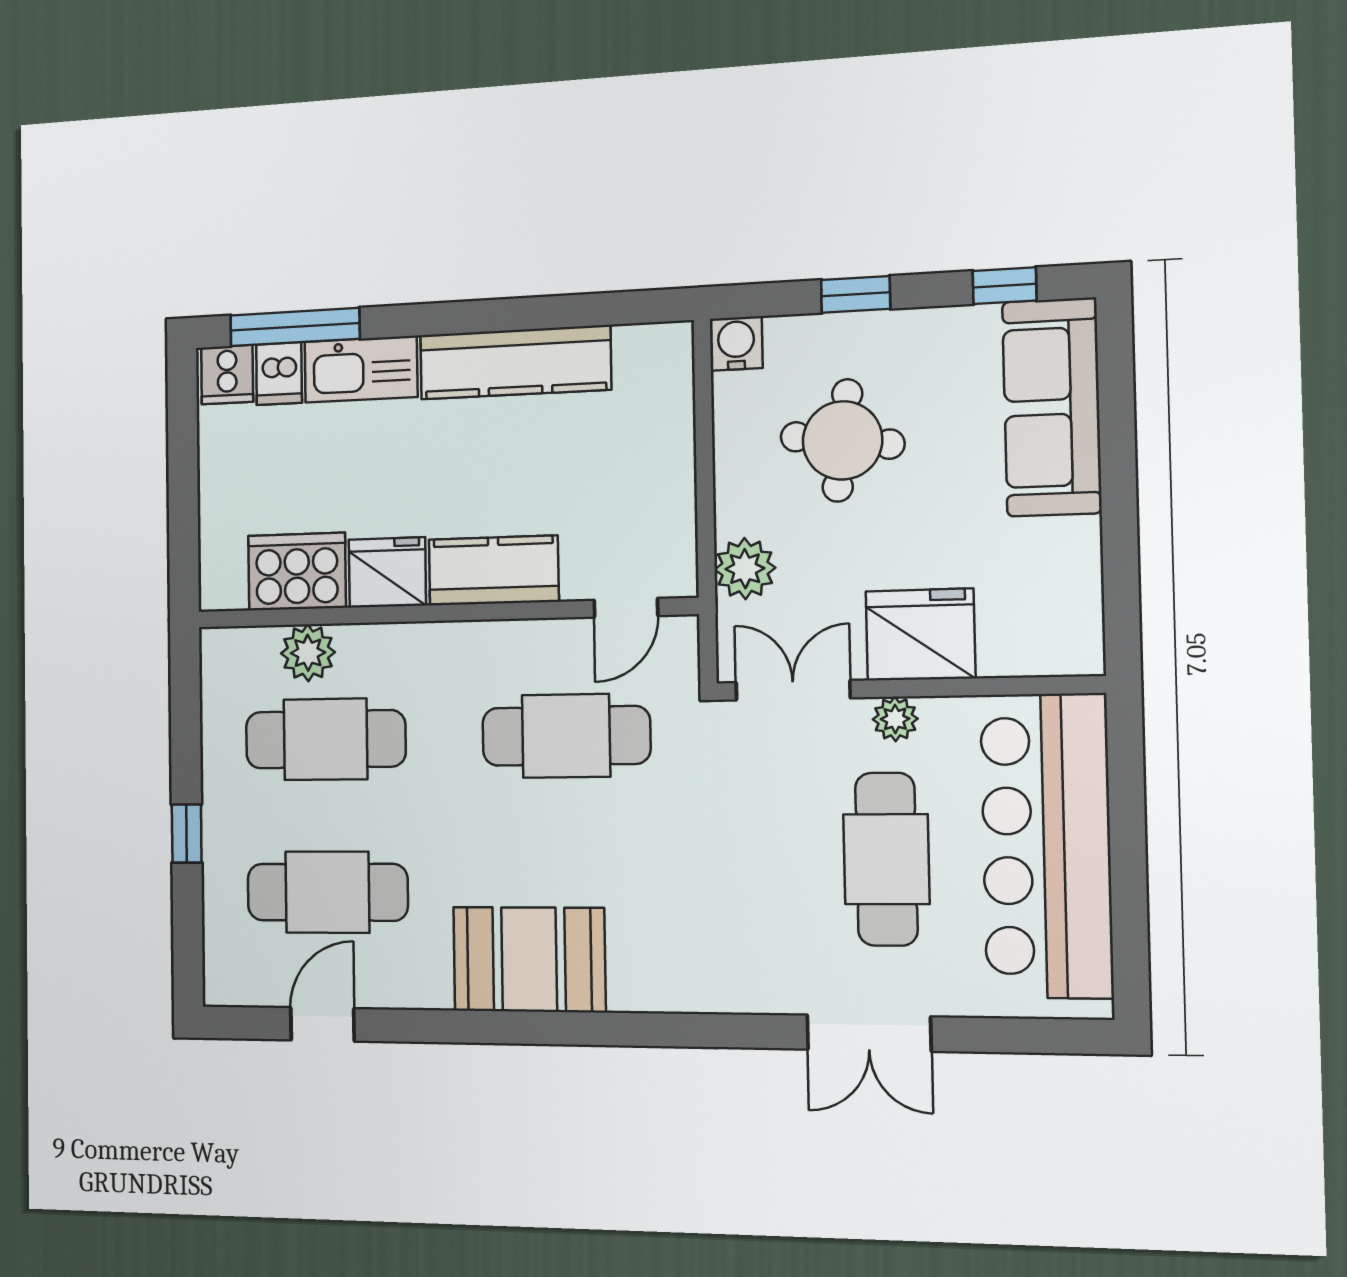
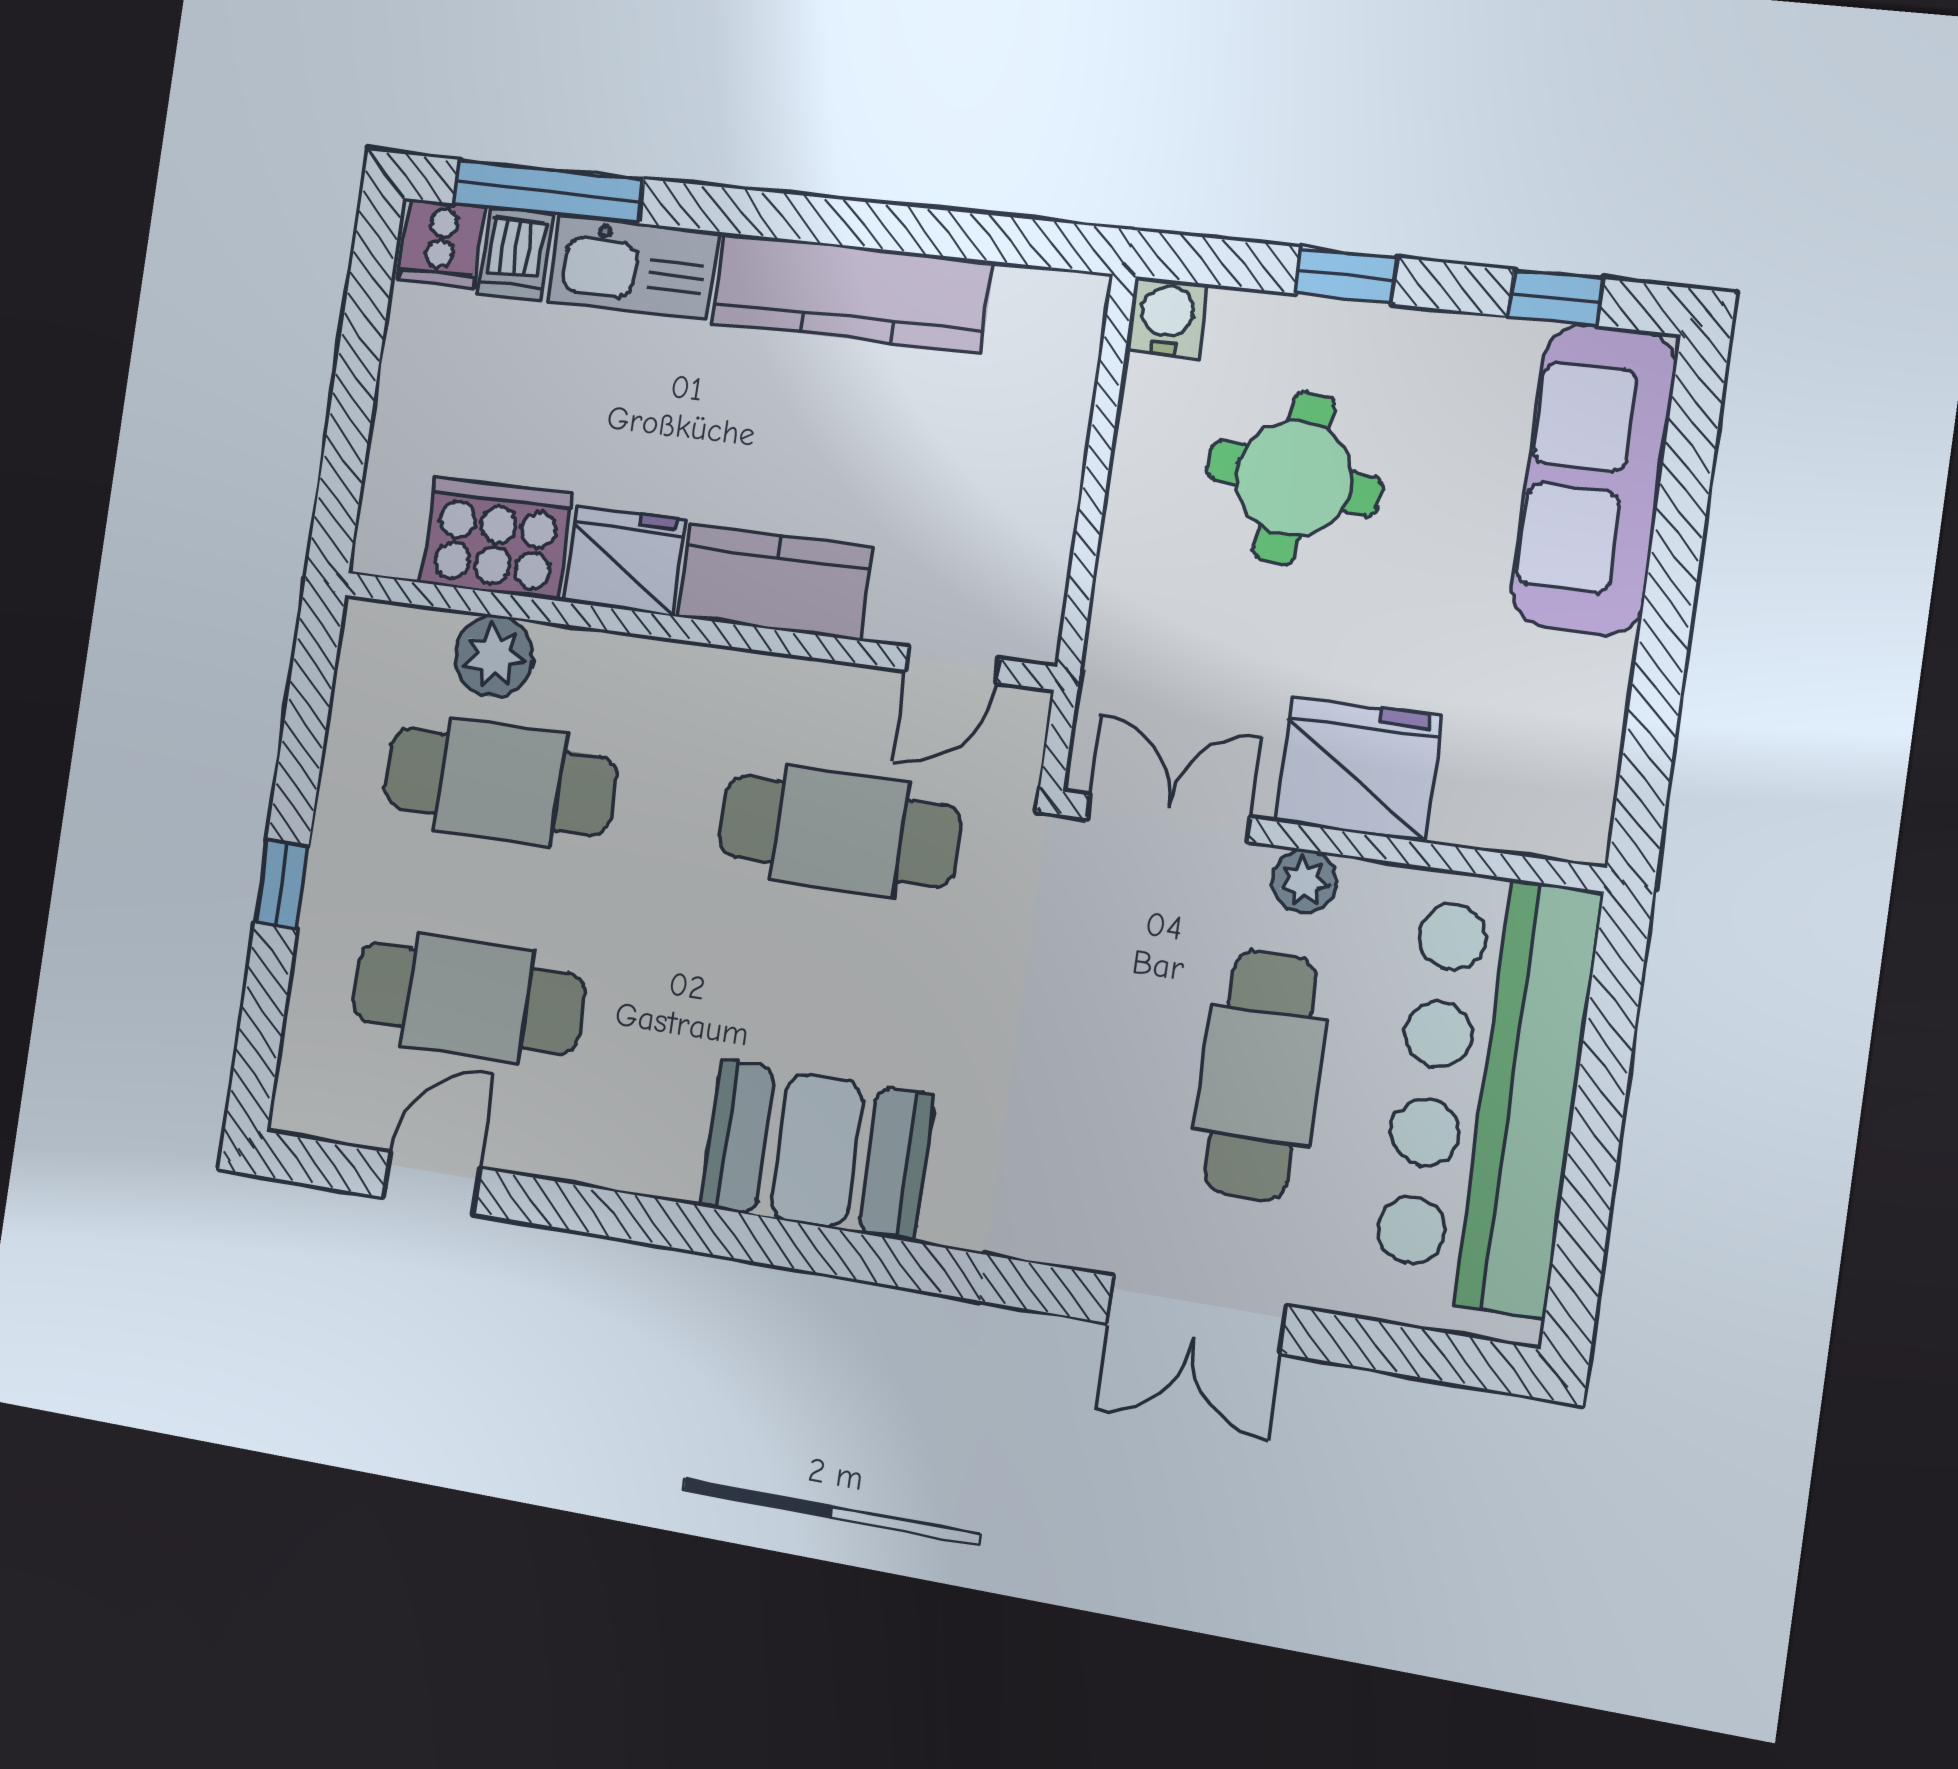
plant: (745, 569) -> (1128, 636), removed
booth: (529, 959) -> (817, 1150), moved

